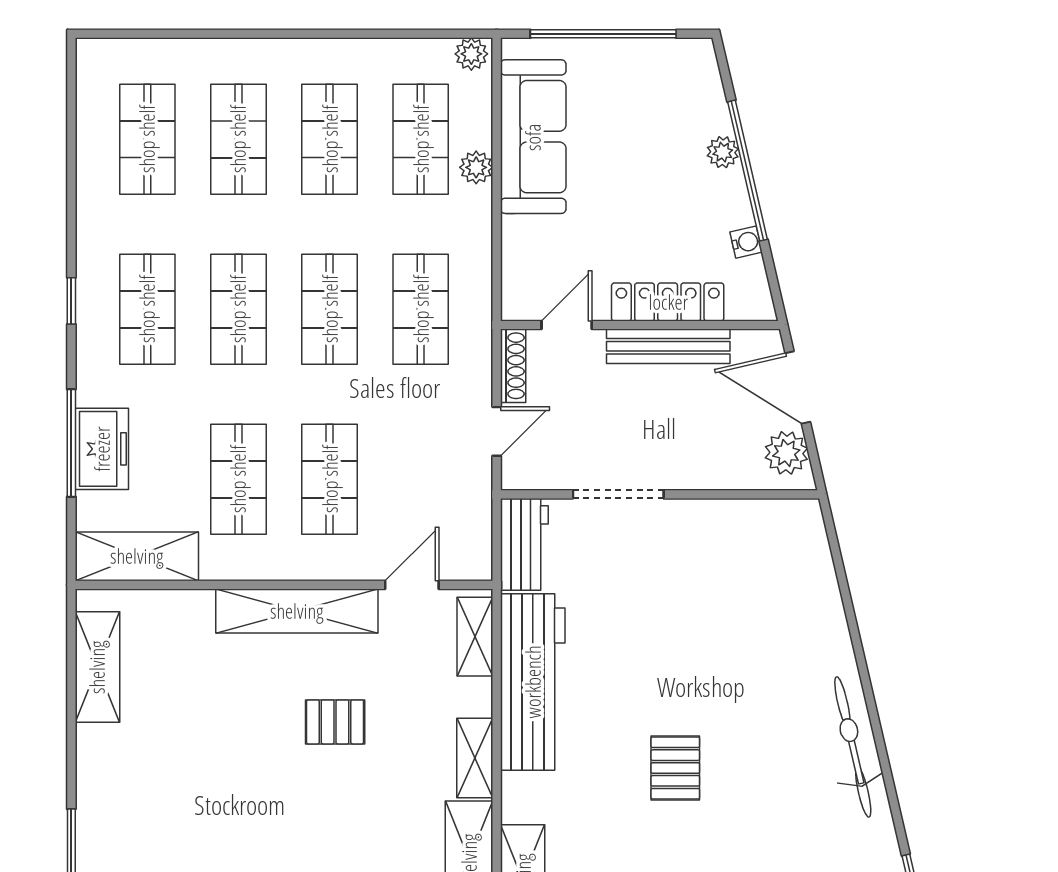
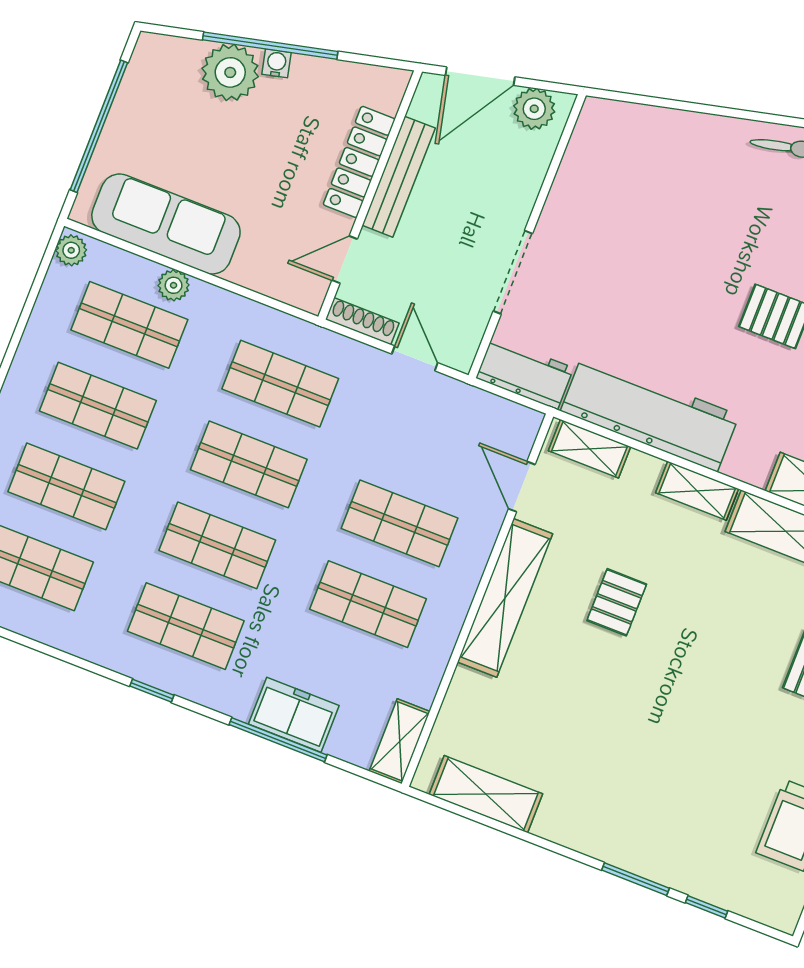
plant: (723, 152) -> (230, 72), width x1.88, depth x1.88
water cooler: (746, 242) -> (276, 63), moved
door: (567, 325) -> (345, 260), hinge flipped
shelving: (137, 556) -> (400, 741), width x0.67, depth x0.75

